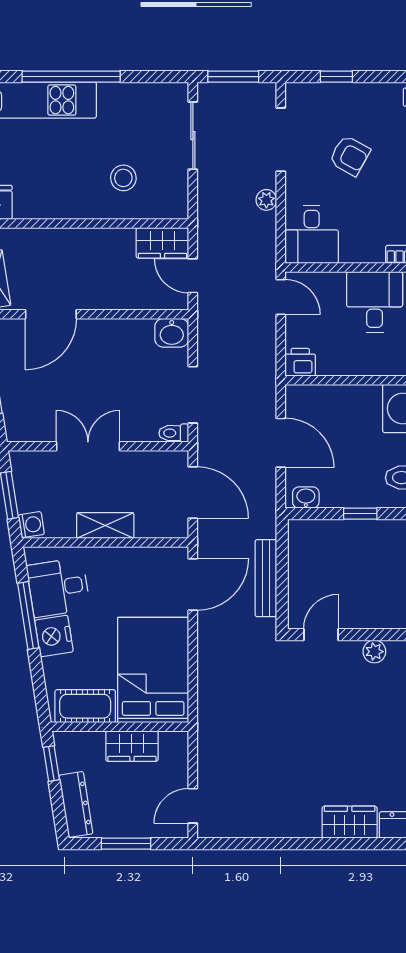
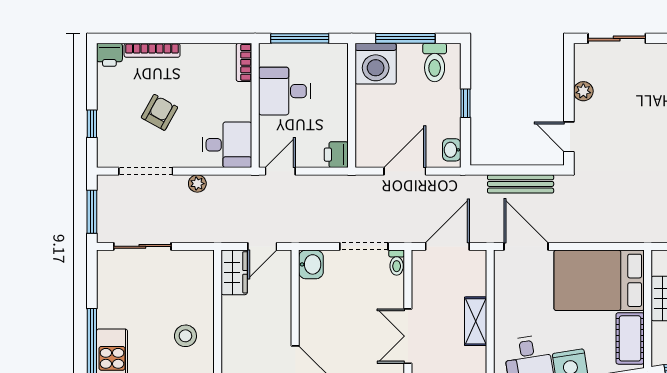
stool: (123, 178) -> (185, 336), moved

